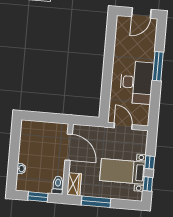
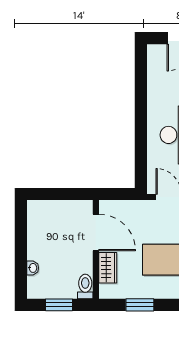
wardrobe: (74, 184) -> (108, 268), moved
window: (96, 202) -> (140, 305), width x0.69

